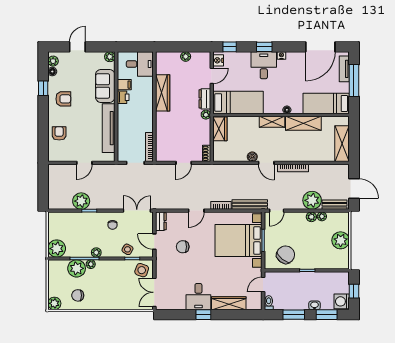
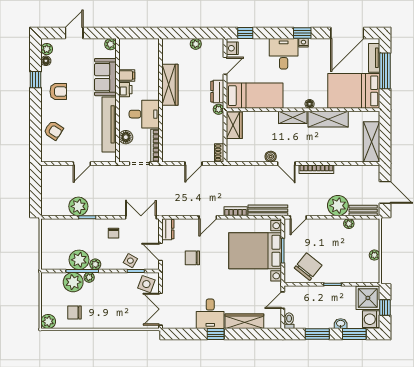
window: (264, 47) -> (302, 33), moved
desk: (140, 64) -> (144, 114), moved
bed: (326, 103) -> (354, 91), width x1.50
armchair: (59, 133) -> (53, 130), turned 123
floor lamp: (123, 139) -> (126, 137), added
plant: (311, 217) -> (337, 224), removed
plant: (341, 240) -> (374, 255), width x0.53, depth x0.53
plant: (57, 249) -> (79, 260), moved
shower: (339, 282) -> (368, 298), added

